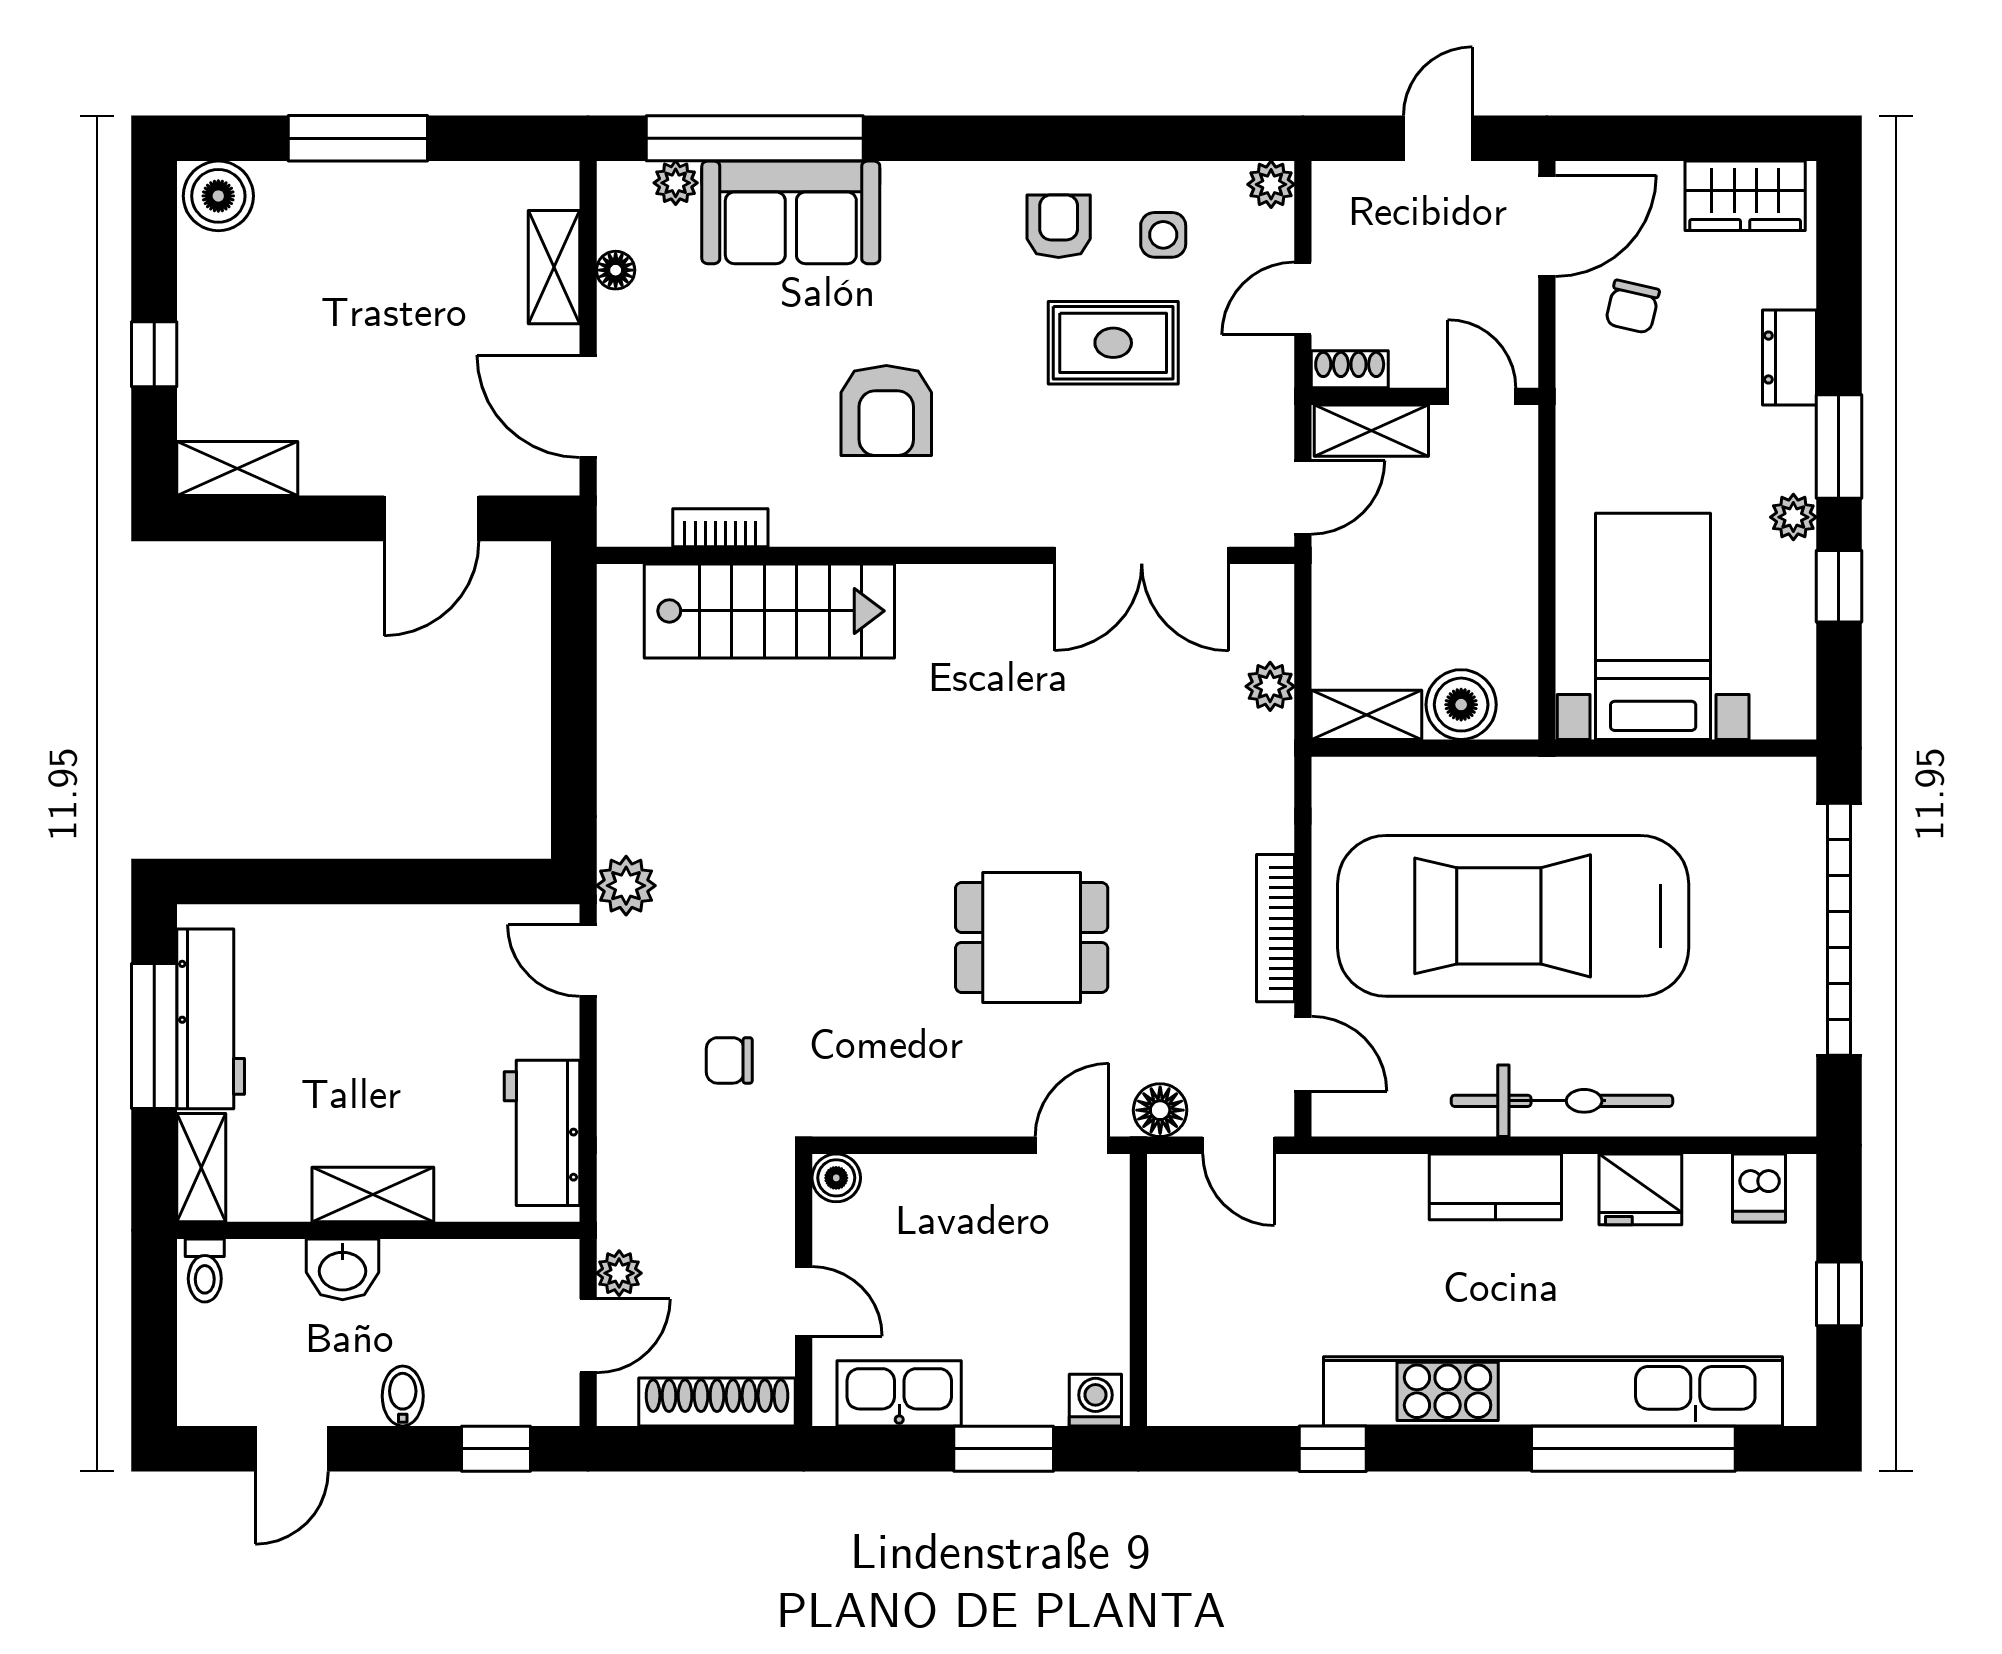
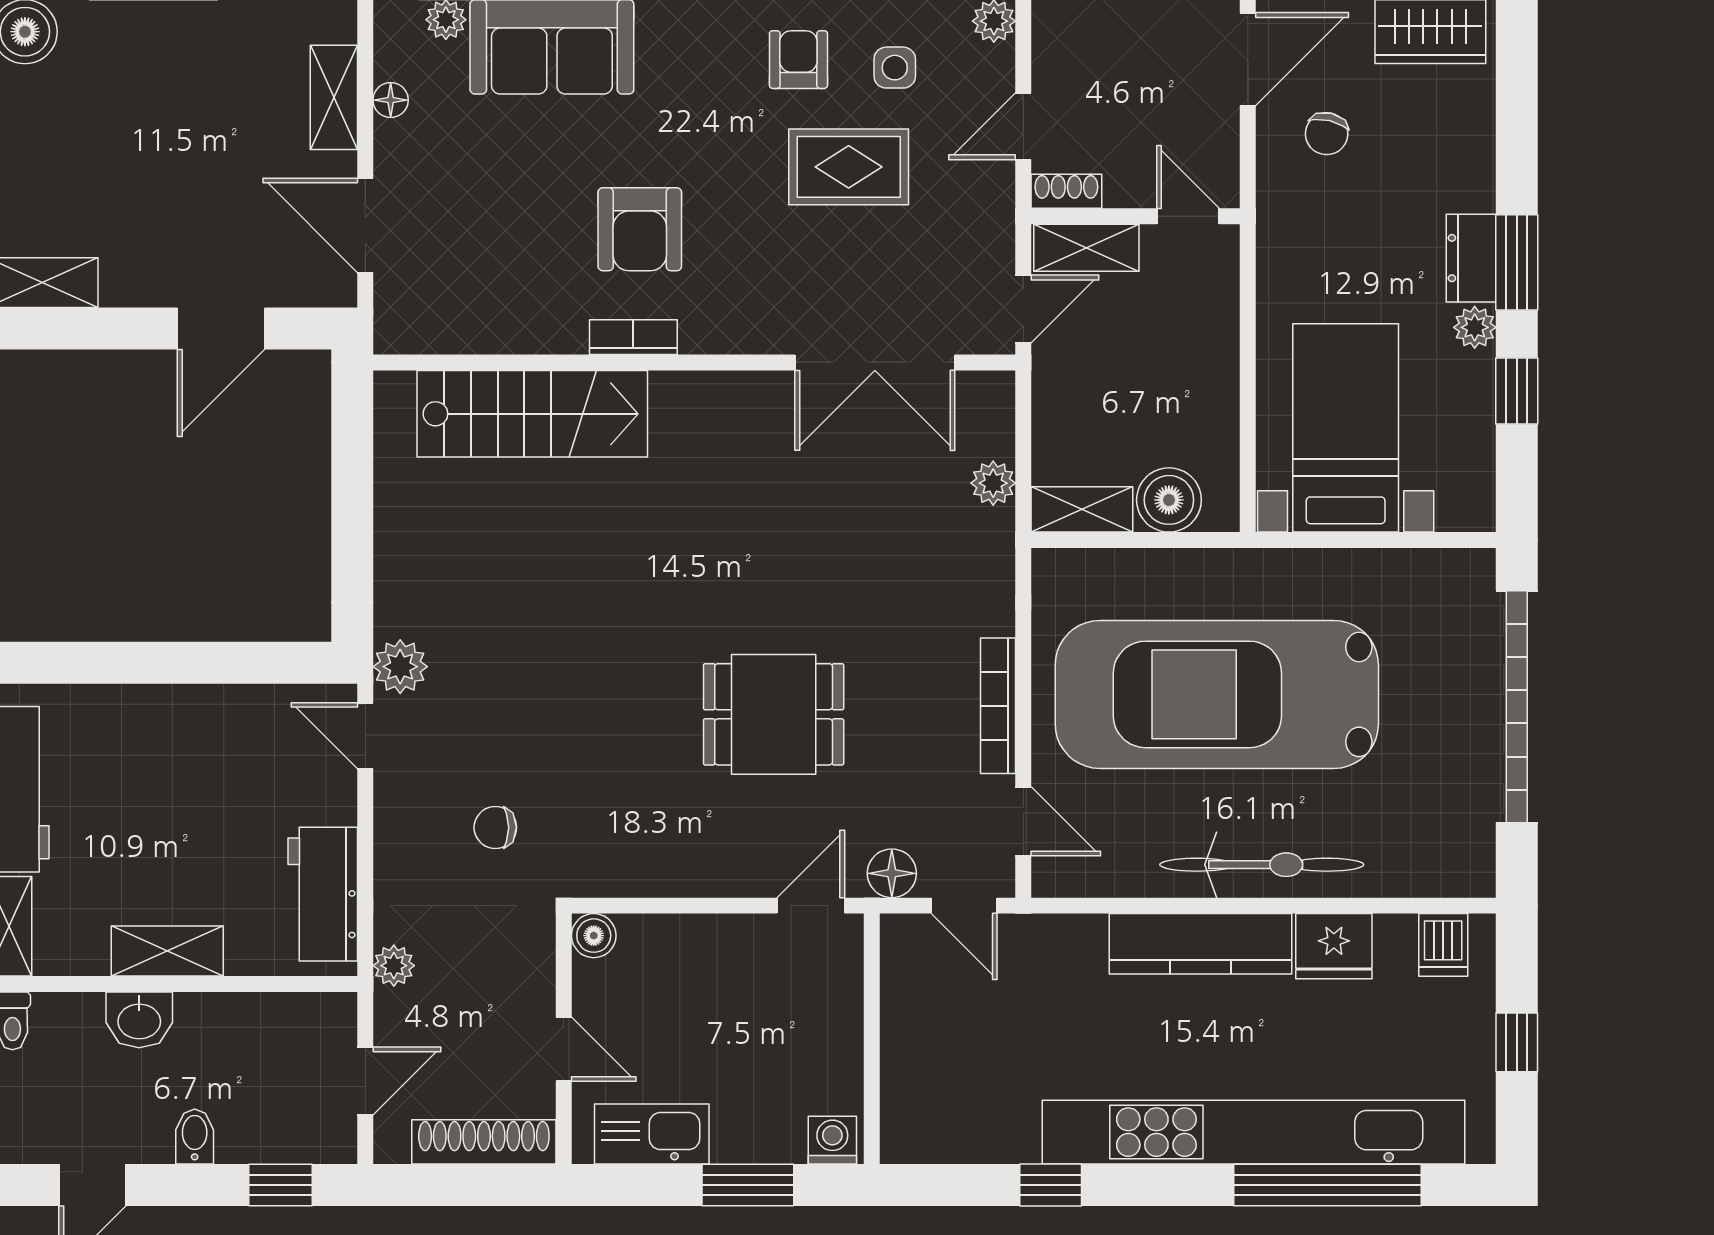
dresser: (1789, 358) -> (1471, 258), moved
bookcase: (720, 528) -> (633, 337), moved
kitchen counter: (1495, 1187) -> (1201, 944), width x1.50
plant: (619, 1273) -> (394, 966), moved

